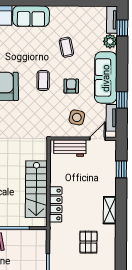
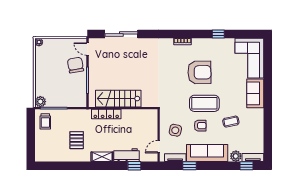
coffee table: (43, 80) -> (204, 103), width x1.86, depth x1.72
door: (98, 139) -> (159, 147), swing flipped
workbench: (70, 148) -> (126, 155), moved, turned 90
pallet: (88, 242) -> (77, 140), turned 90

